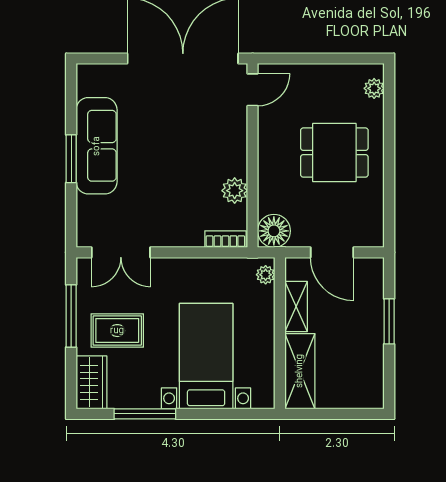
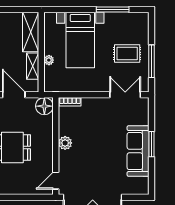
plant: (235, 191) -> (65, 143), moved
plant: (266, 275) -> (49, 60), moved
wardrobe: (91, 382) -> (141, 26), removed

